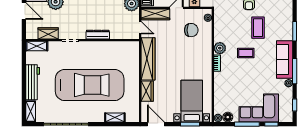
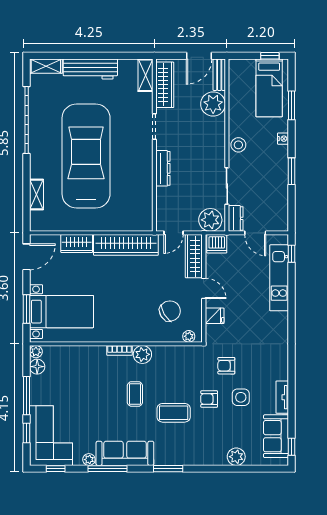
chair: (191, 30) -> (170, 311), turned -121
wardrobe: (48, 33) -> (165, 85), width x1.50
car: (90, 85) -> (86, 156), turned 180
corner sofa: (259, 108) -> (51, 436), moved

